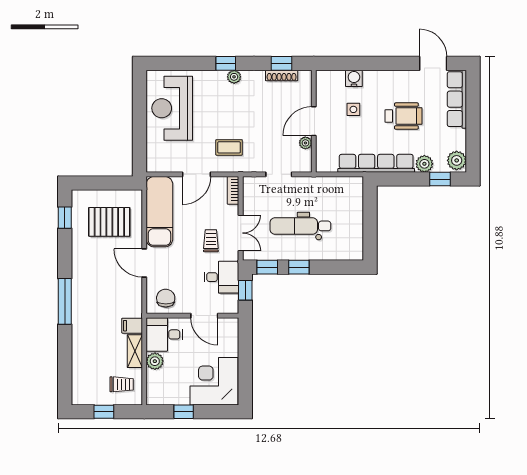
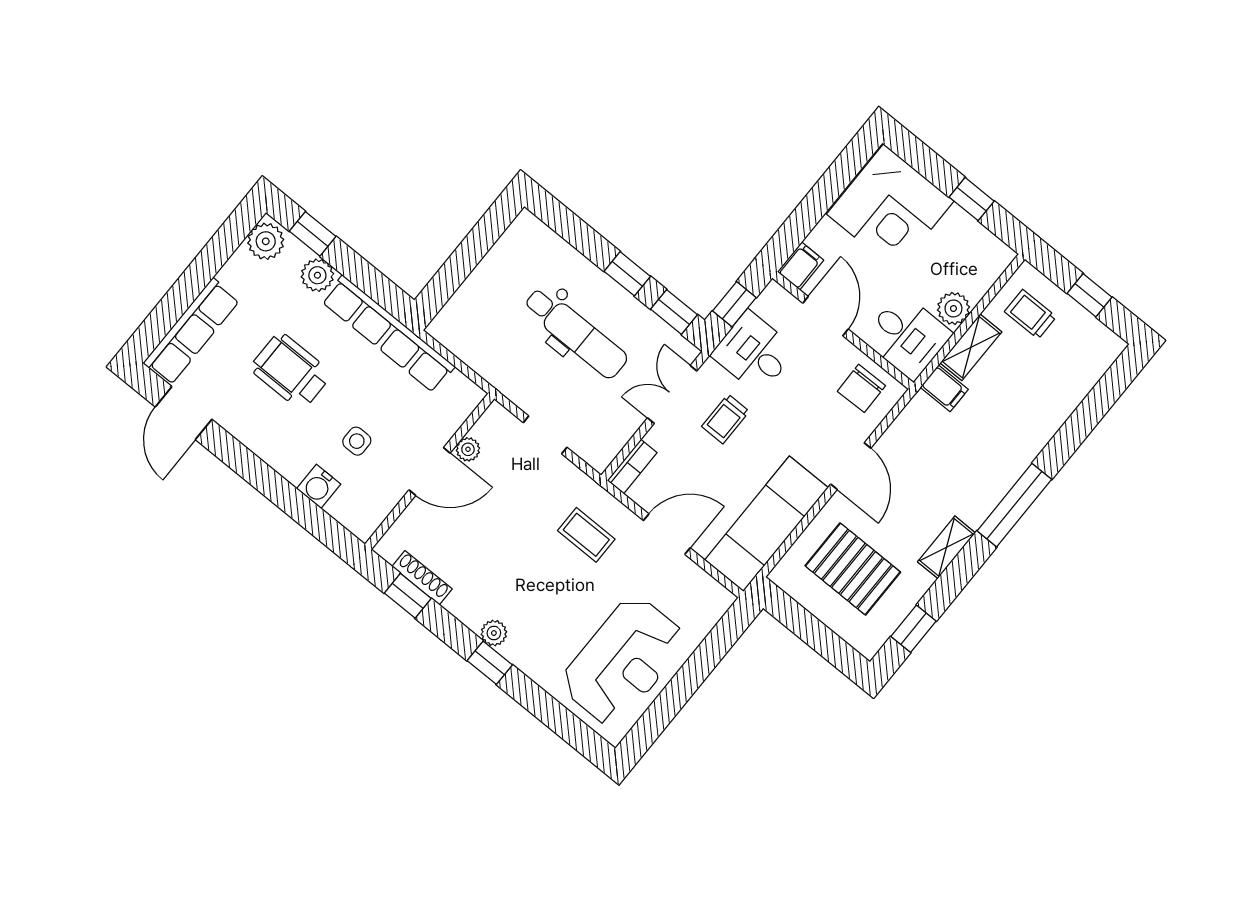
shelving: (78, 262) -> (946, 547), added
filing cabinet: (231, 328) -> (801, 266), added

